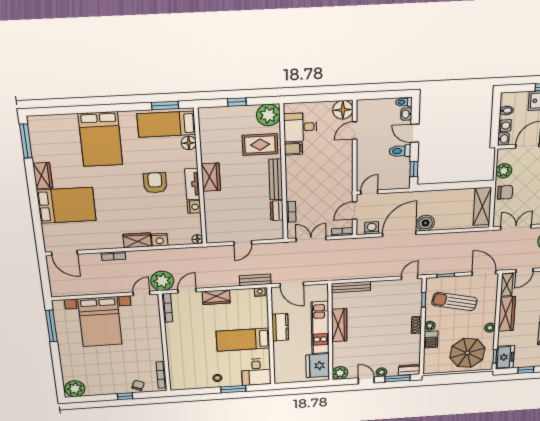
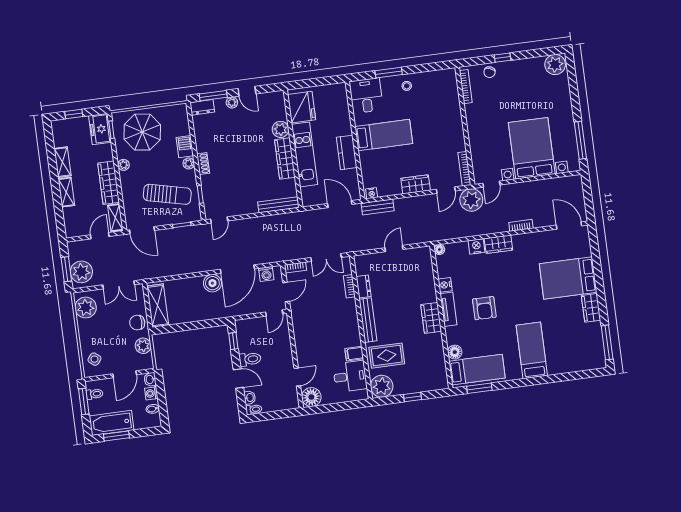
bed: (100, 139) -> (532, 350), width x0.67
plant: (340, 373) -> (281, 129), moved

